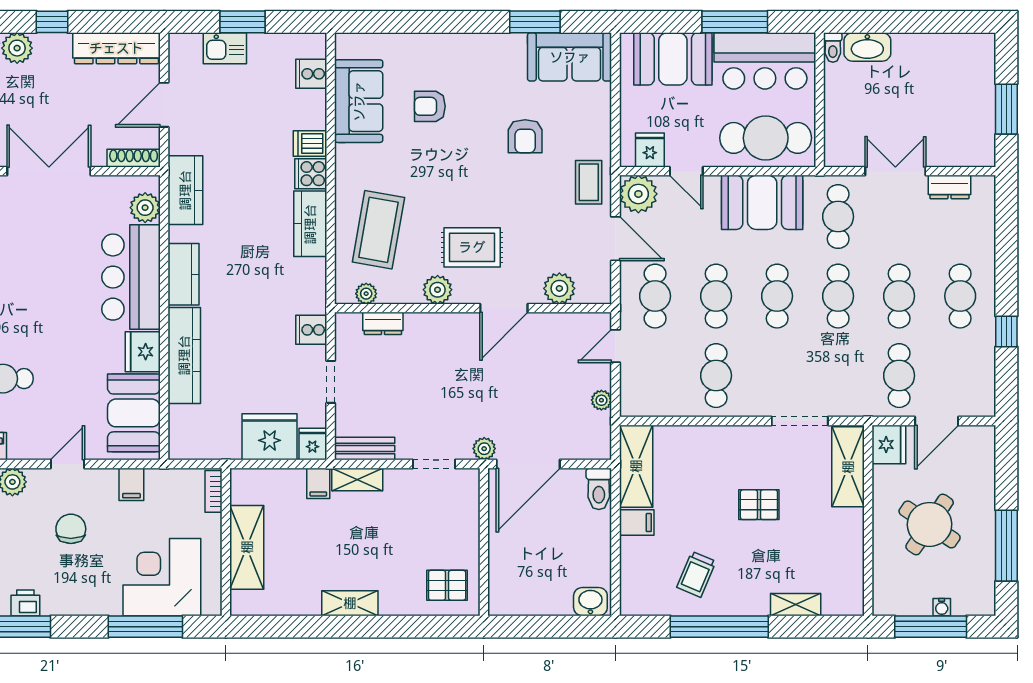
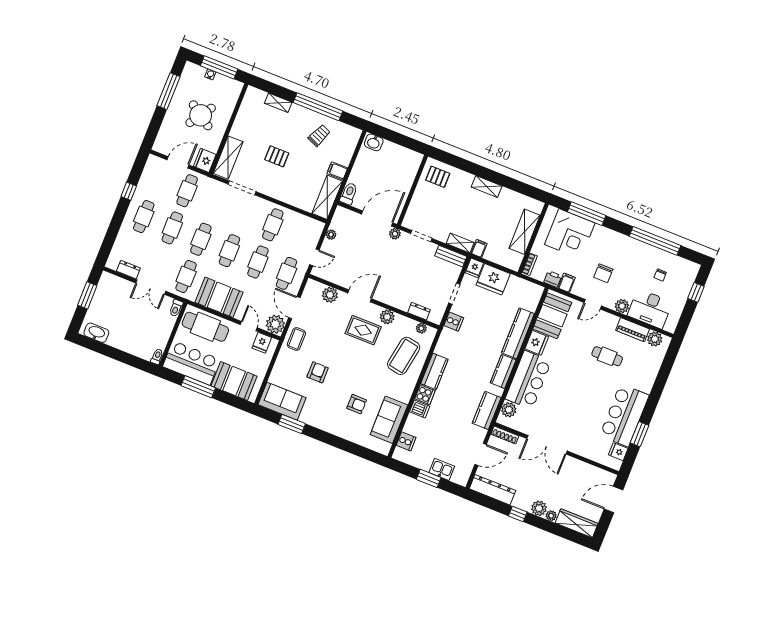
washbasin: (867, 47) -> (96, 333), moved
toilet: (834, 151) -> (176, 308), added
printer: (25, 603) -> (553, 279), moved, turned 180

